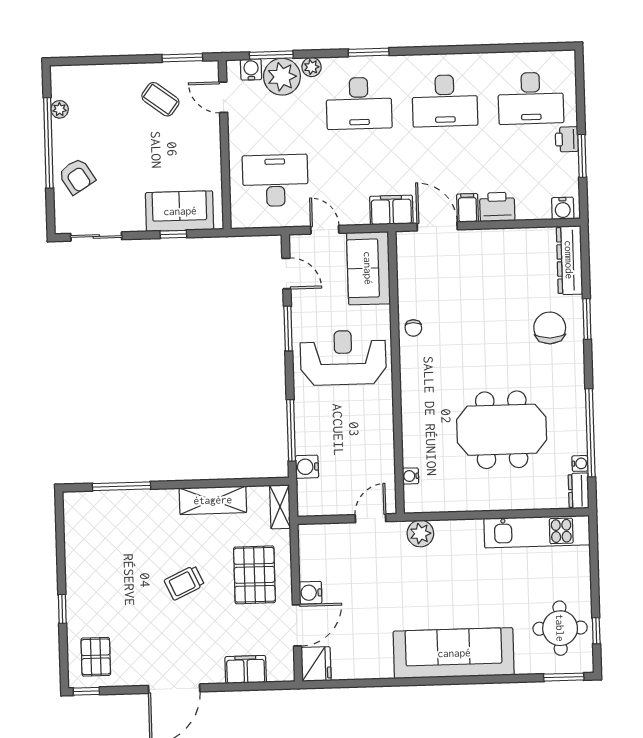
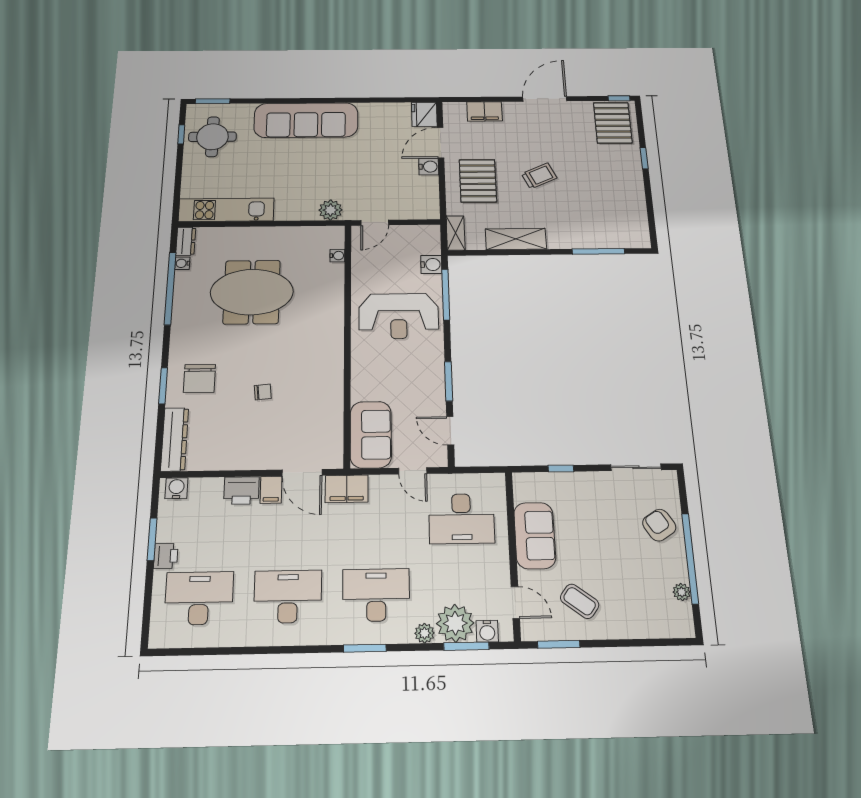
sofa: (180, 211) -> (535, 535), moved, turned -90
chair: (413, 328) -> (263, 392), moved, turned 85
reception desk: (343, 358) -> (399, 316), moved
pallet: (96, 657) -> (613, 123), width x1.50, depth x1.42

